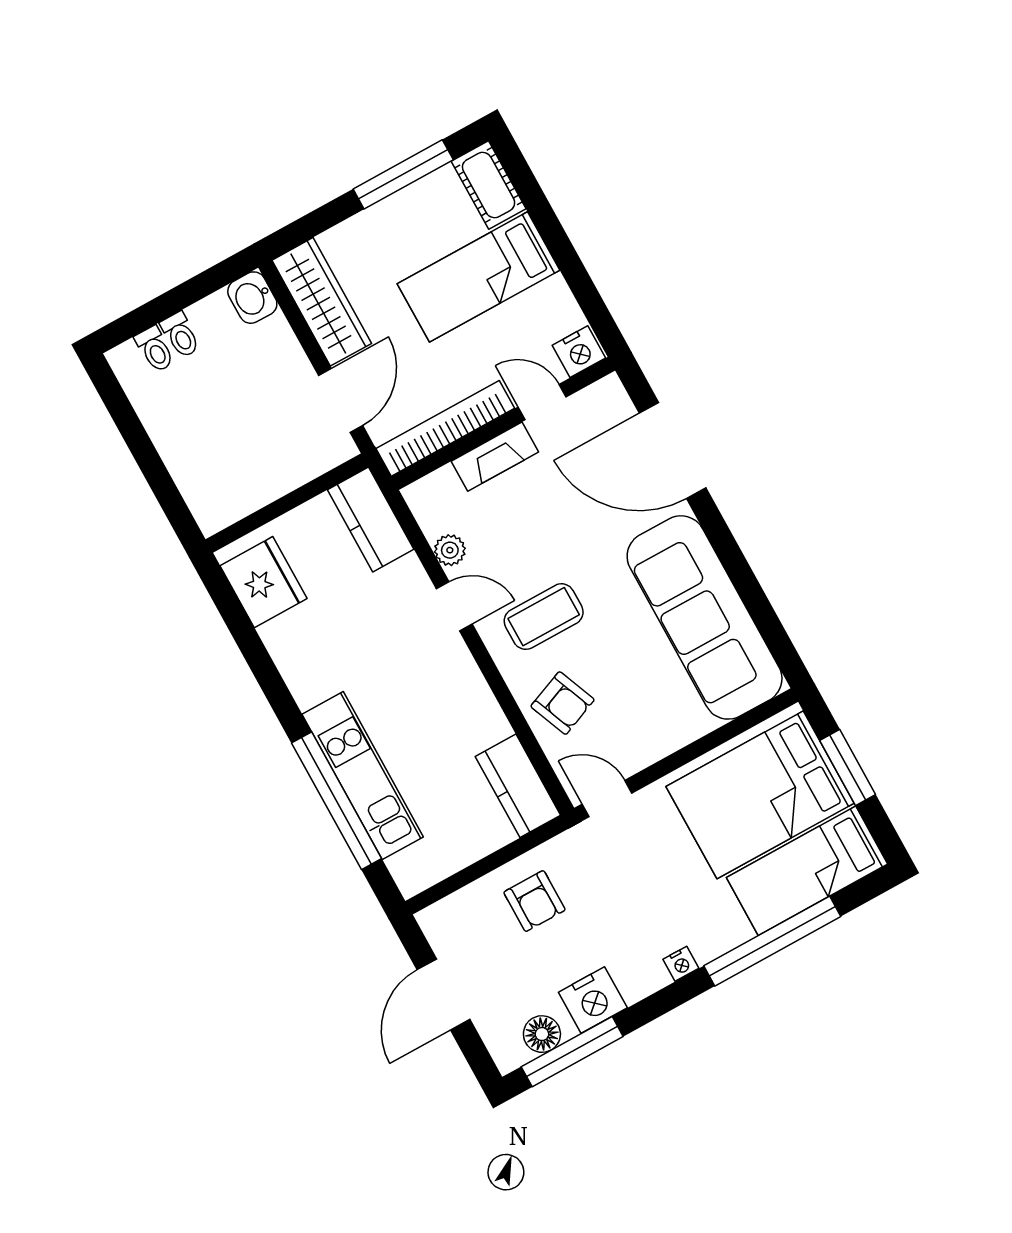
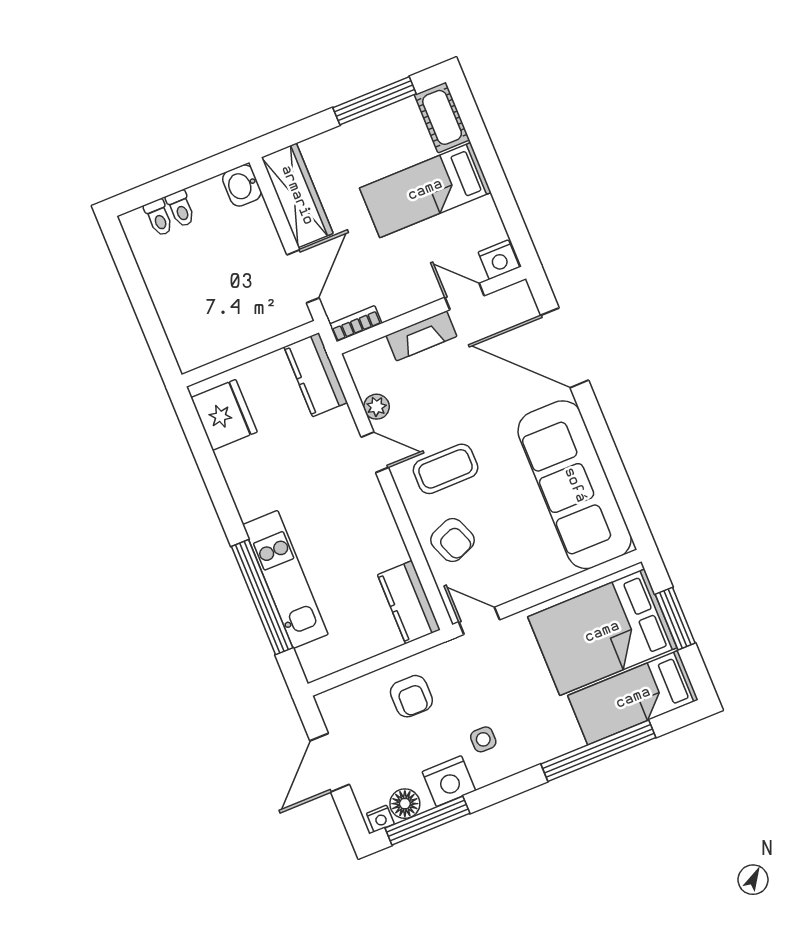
bookcase: (445, 428) -> (356, 324), width x0.43, depth x0.76
side table: (629, 944) -> (483, 739), added
nightstand: (681, 964) -> (380, 819), moved

